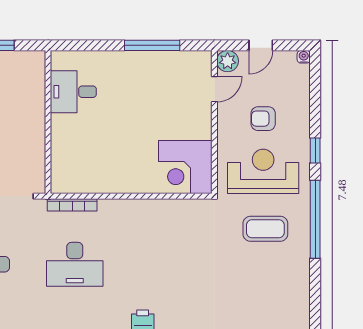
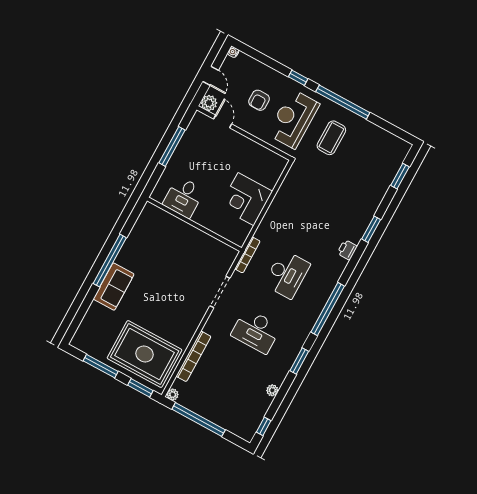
desk: (73, 92) -> (184, 197), moved
wall: (48, 122) -> (194, 224), moved
corner desk: (185, 167) -> (246, 199), moved, turned 90

